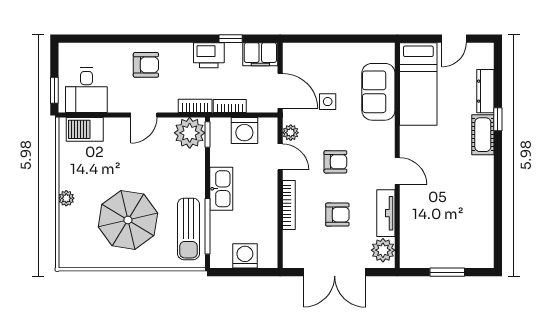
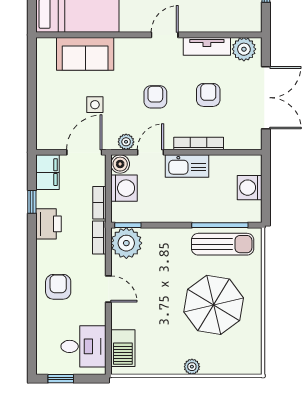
window: (54, 90) -> (61, 379), moved
boiler: (268, 127) -> (120, 164), added
kitchen sink: (221, 189) -> (187, 166), moved, turned 180

